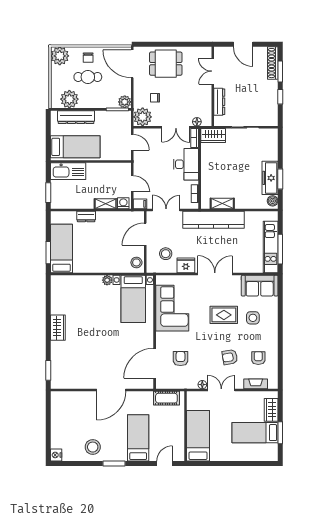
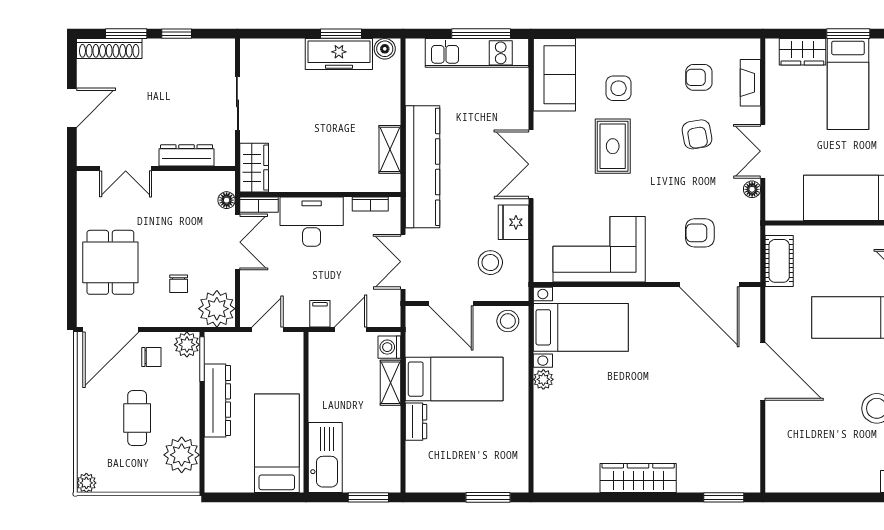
plant: (60, 56) -> (86, 483), width x0.53, depth x0.53
chair: (88, 58) -> (151, 357), moved
dresser: (76, 117) -> (217, 400), moved
filing cabinet: (140, 204) -> (320, 314), moved
bed: (61, 248) -> (454, 379), moved, turned 180
wardrobe: (58, 328) -> (638, 478), width x1.50

